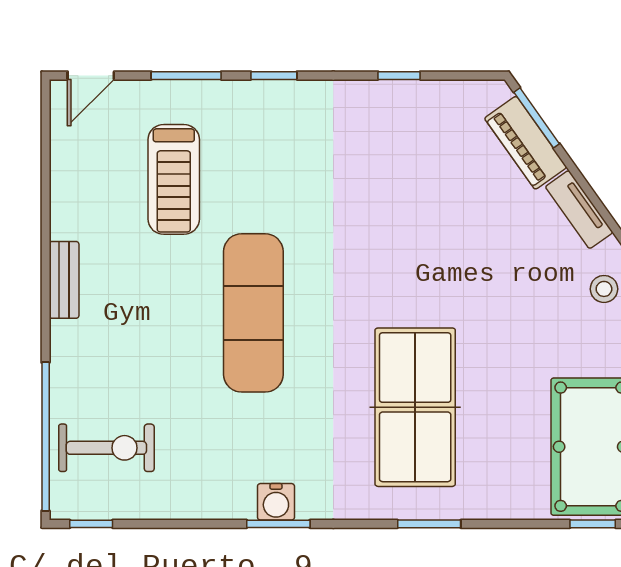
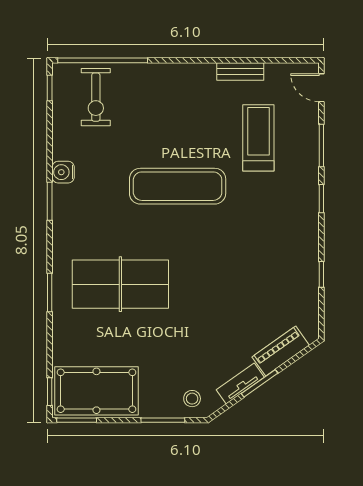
window: (537, 118) -> (260, 383), moved
treadmill: (174, 179) -> (258, 138), turned 90
bench: (64, 280) -> (240, 71), moved
water cooler: (276, 502) -> (63, 172), moved

